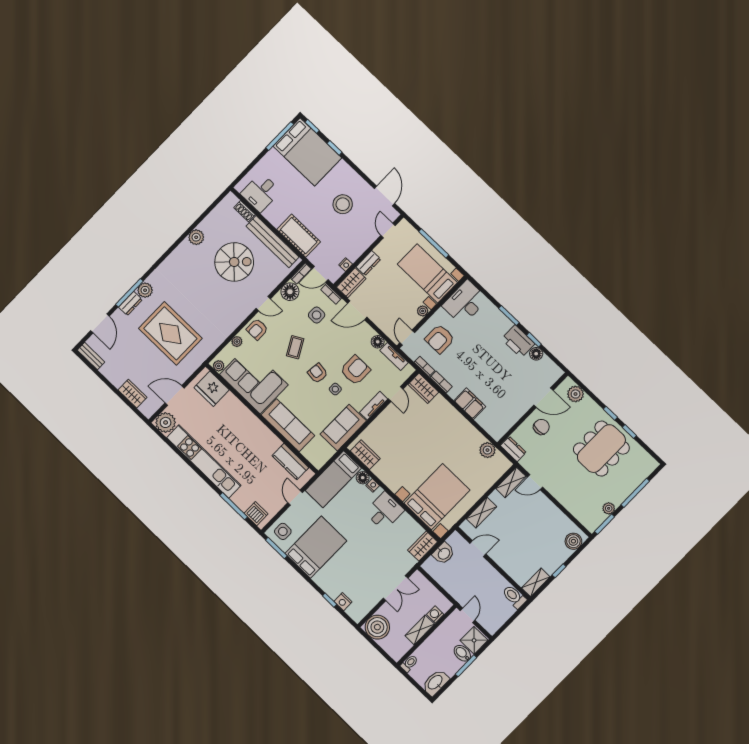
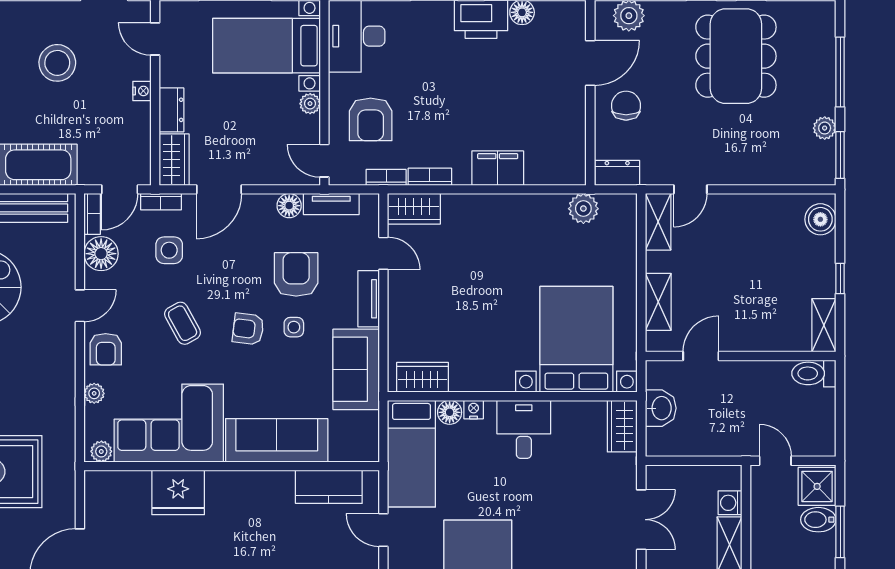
nightstand: (346, 265) -> (142, 91), moved
fridge: (212, 389) -> (178, 492), moved

